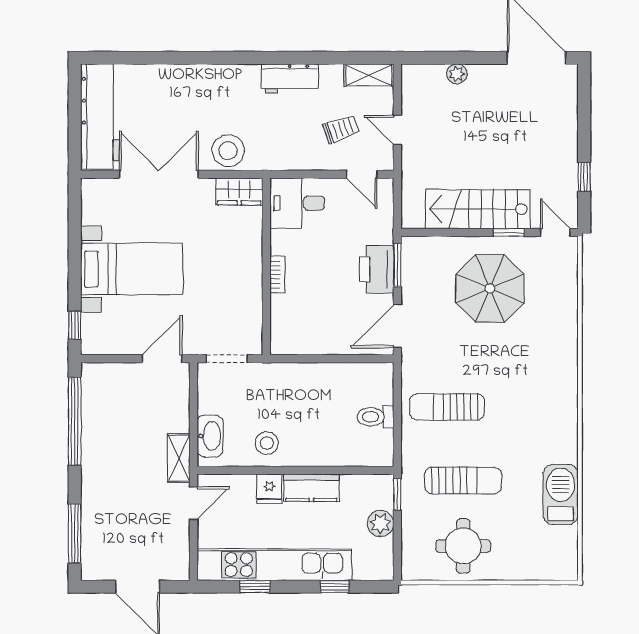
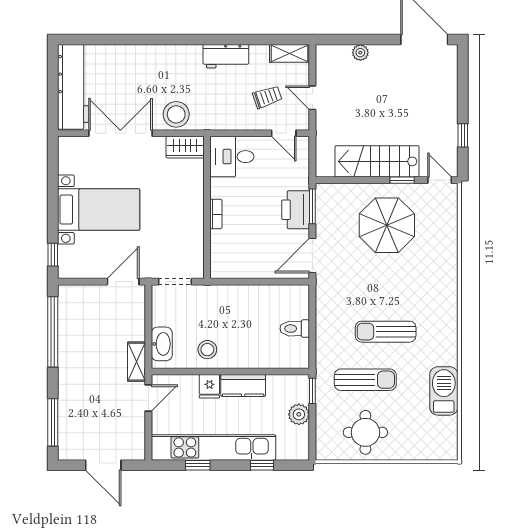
sun lounger: (447, 407) -> (386, 332), moved

